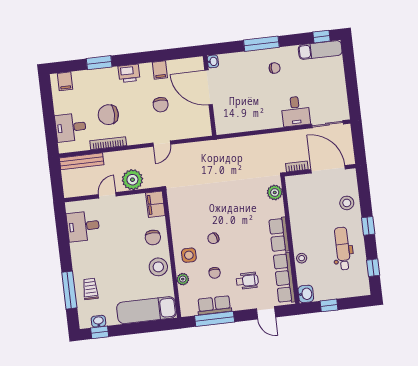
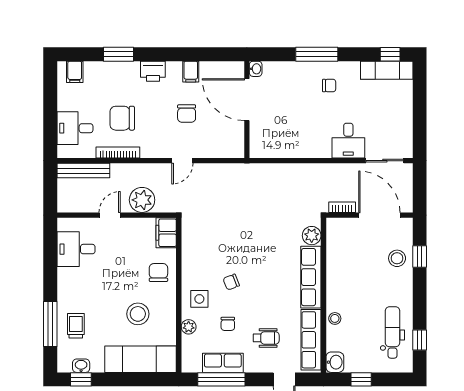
window: (368, 226) -> (420, 257), moved
row of seats: (279, 235) -> (311, 277), width x1.48
chair: (153, 238) -> (158, 273), turned 180
dental chair: (343, 249) -> (392, 332), moved
stool: (158, 267) -> (138, 314), moved

